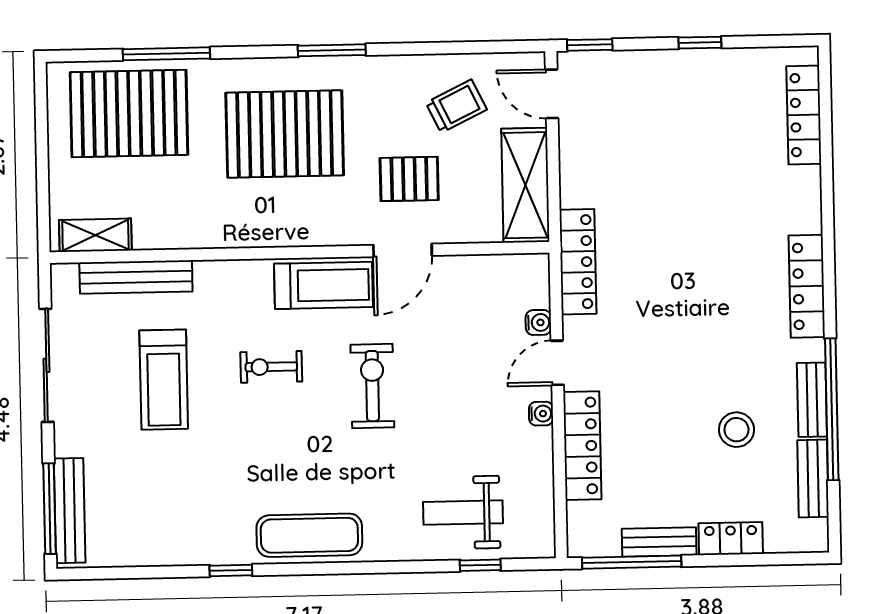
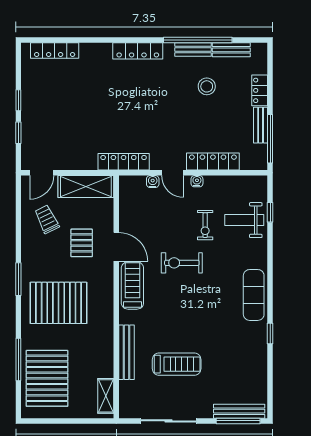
window: (590, 45) -> (18, 133), moved
pallet: (285, 134) -> (59, 303), turned 90
bench: (136, 277) -> (126, 352), moved
exercise bike: (271, 367) -> (205, 225), moved
weight bench: (463, 513) -> (244, 220), turned 90

